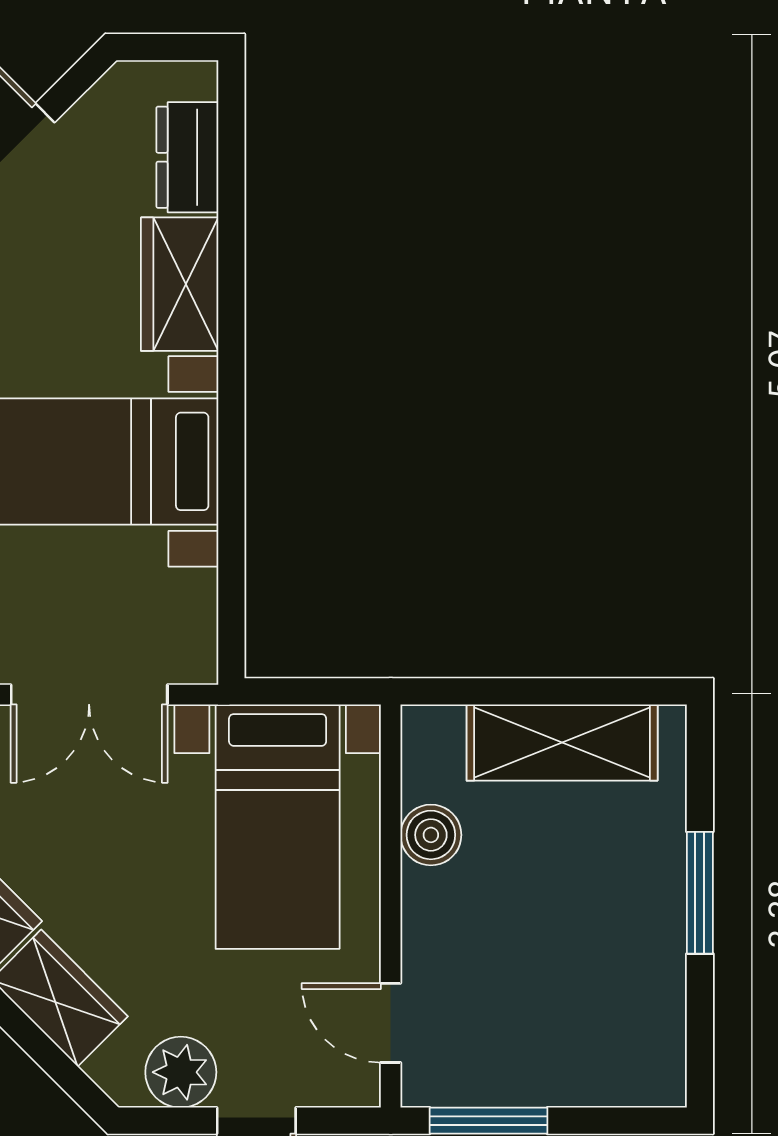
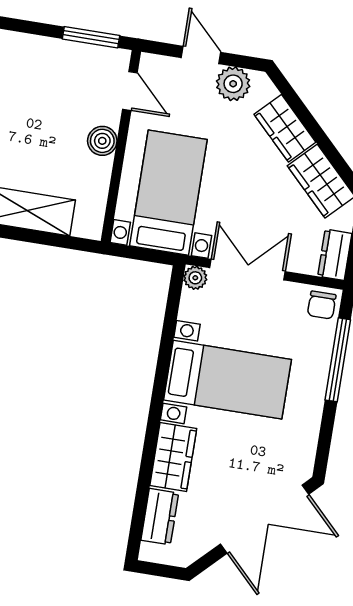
plant: (194, 660) -> (195, 278), added
boiler: (431, 835) -> (102, 141), moved

